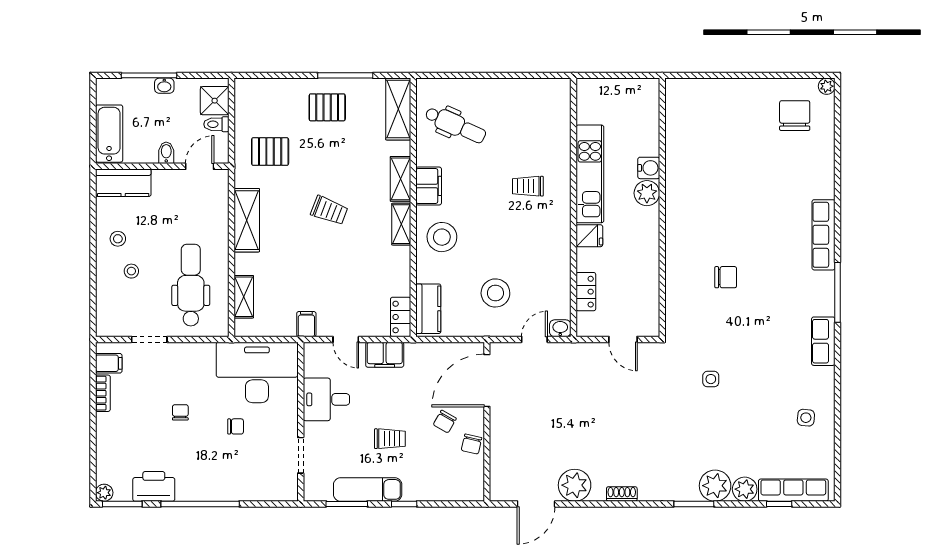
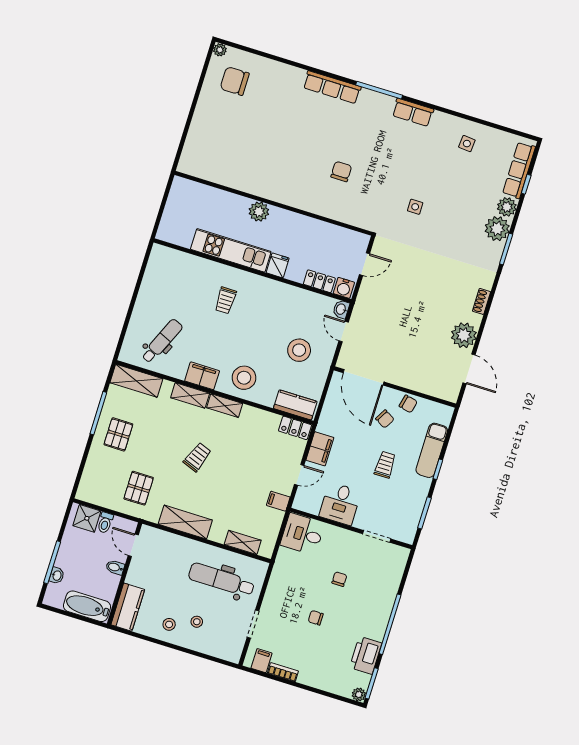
washbasin: (164, 86) -> (57, 576), moved
water cooler: (649, 168) -> (344, 288), moved, turned 180
desk: (257, 372) -> (302, 534), width x0.53, depth x0.77
exam couch: (368, 489) -> (432, 450), moved

